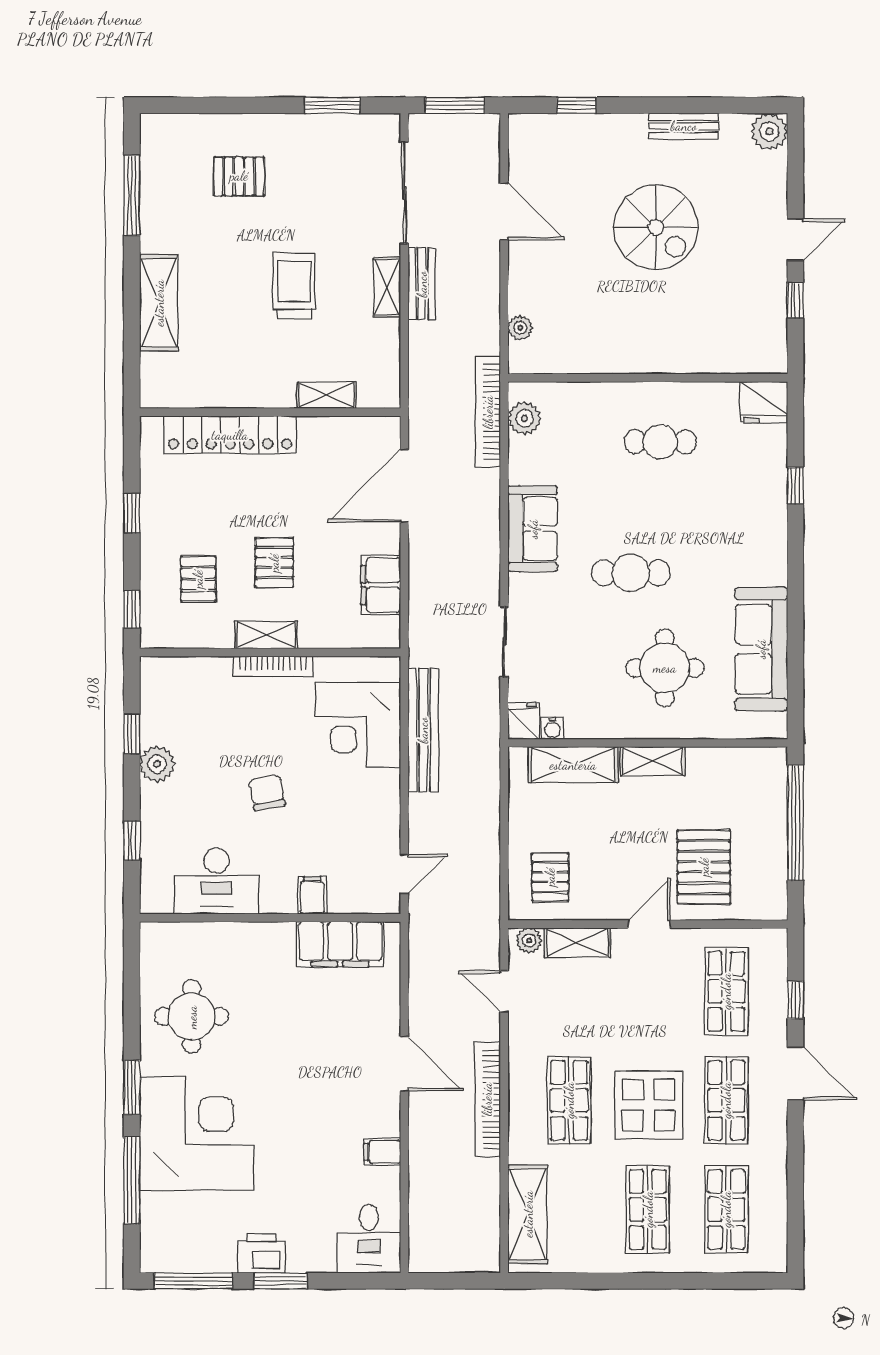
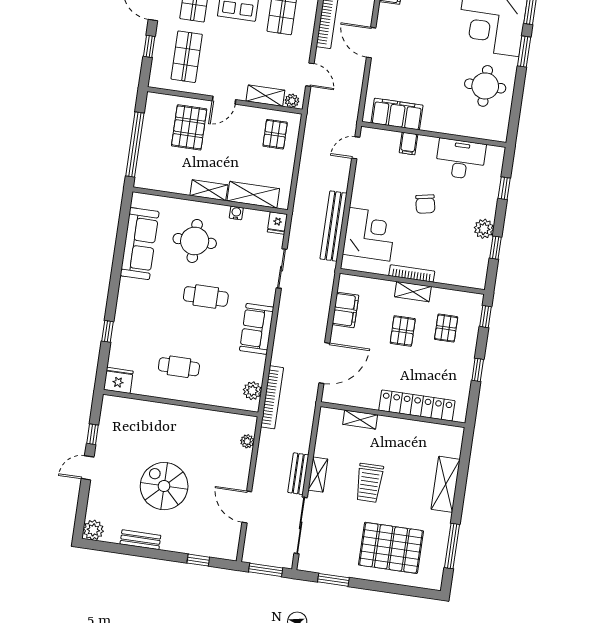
pallet: (239, 176) -> (391, 548), width x2.05, depth x2.00
water cooler: (552, 728) -> (236, 213), moved

